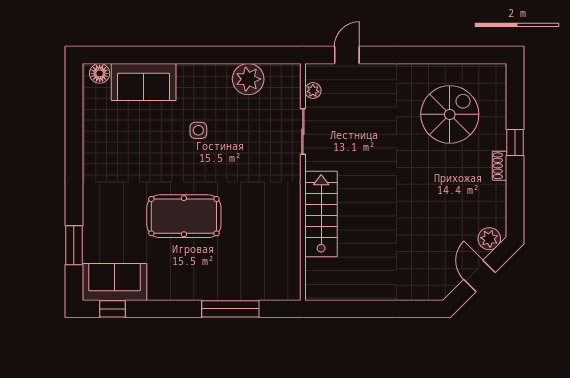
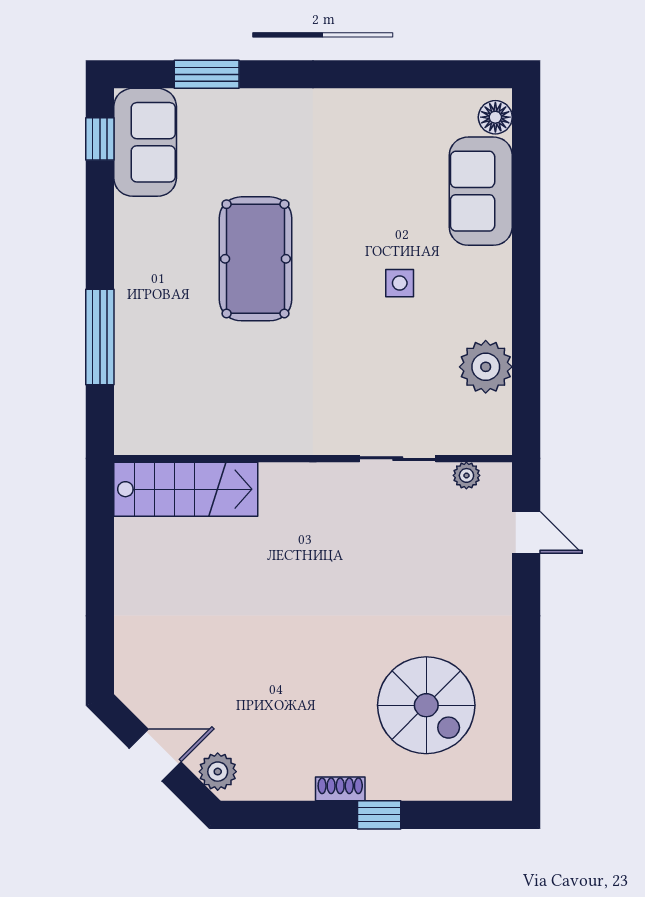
stairs: (321, 214) -> (186, 489), moved

